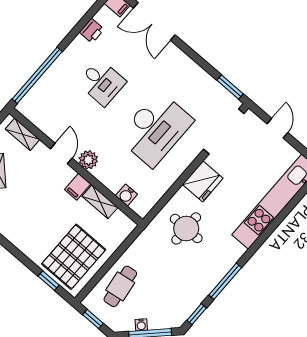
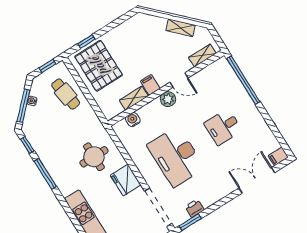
printer: (92, 31) -> (194, 208), moved, turned 90

